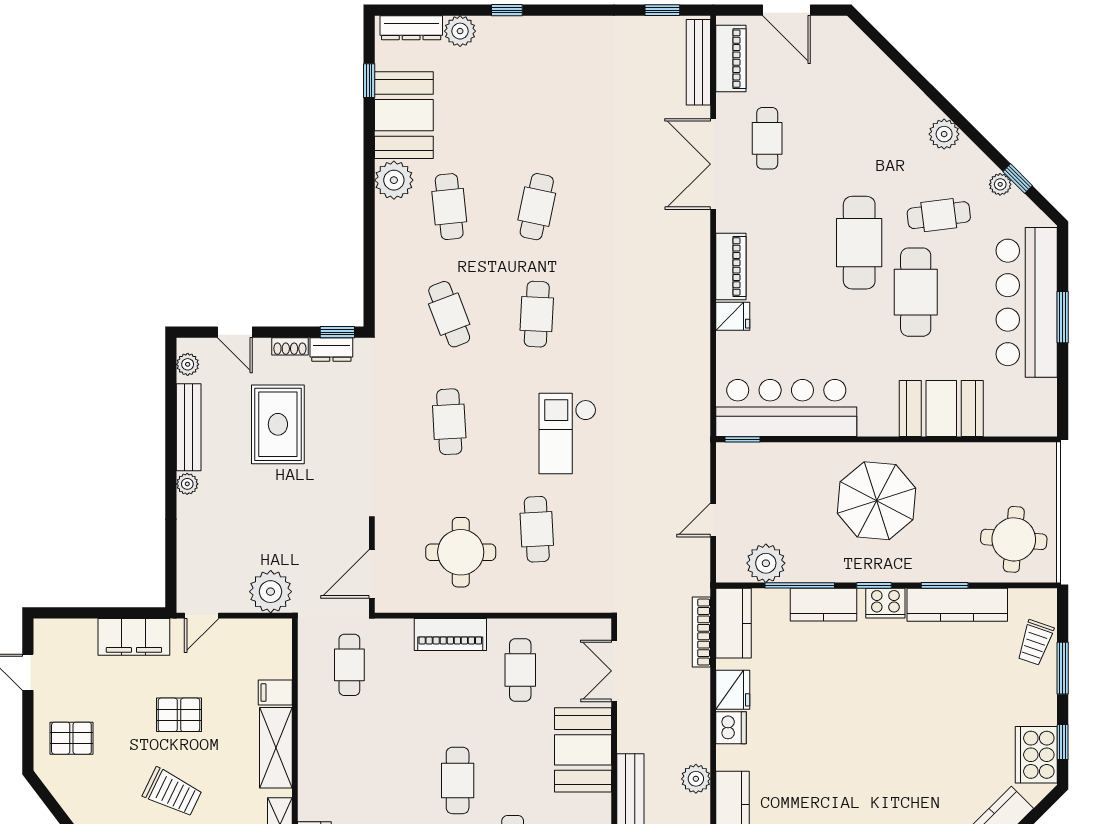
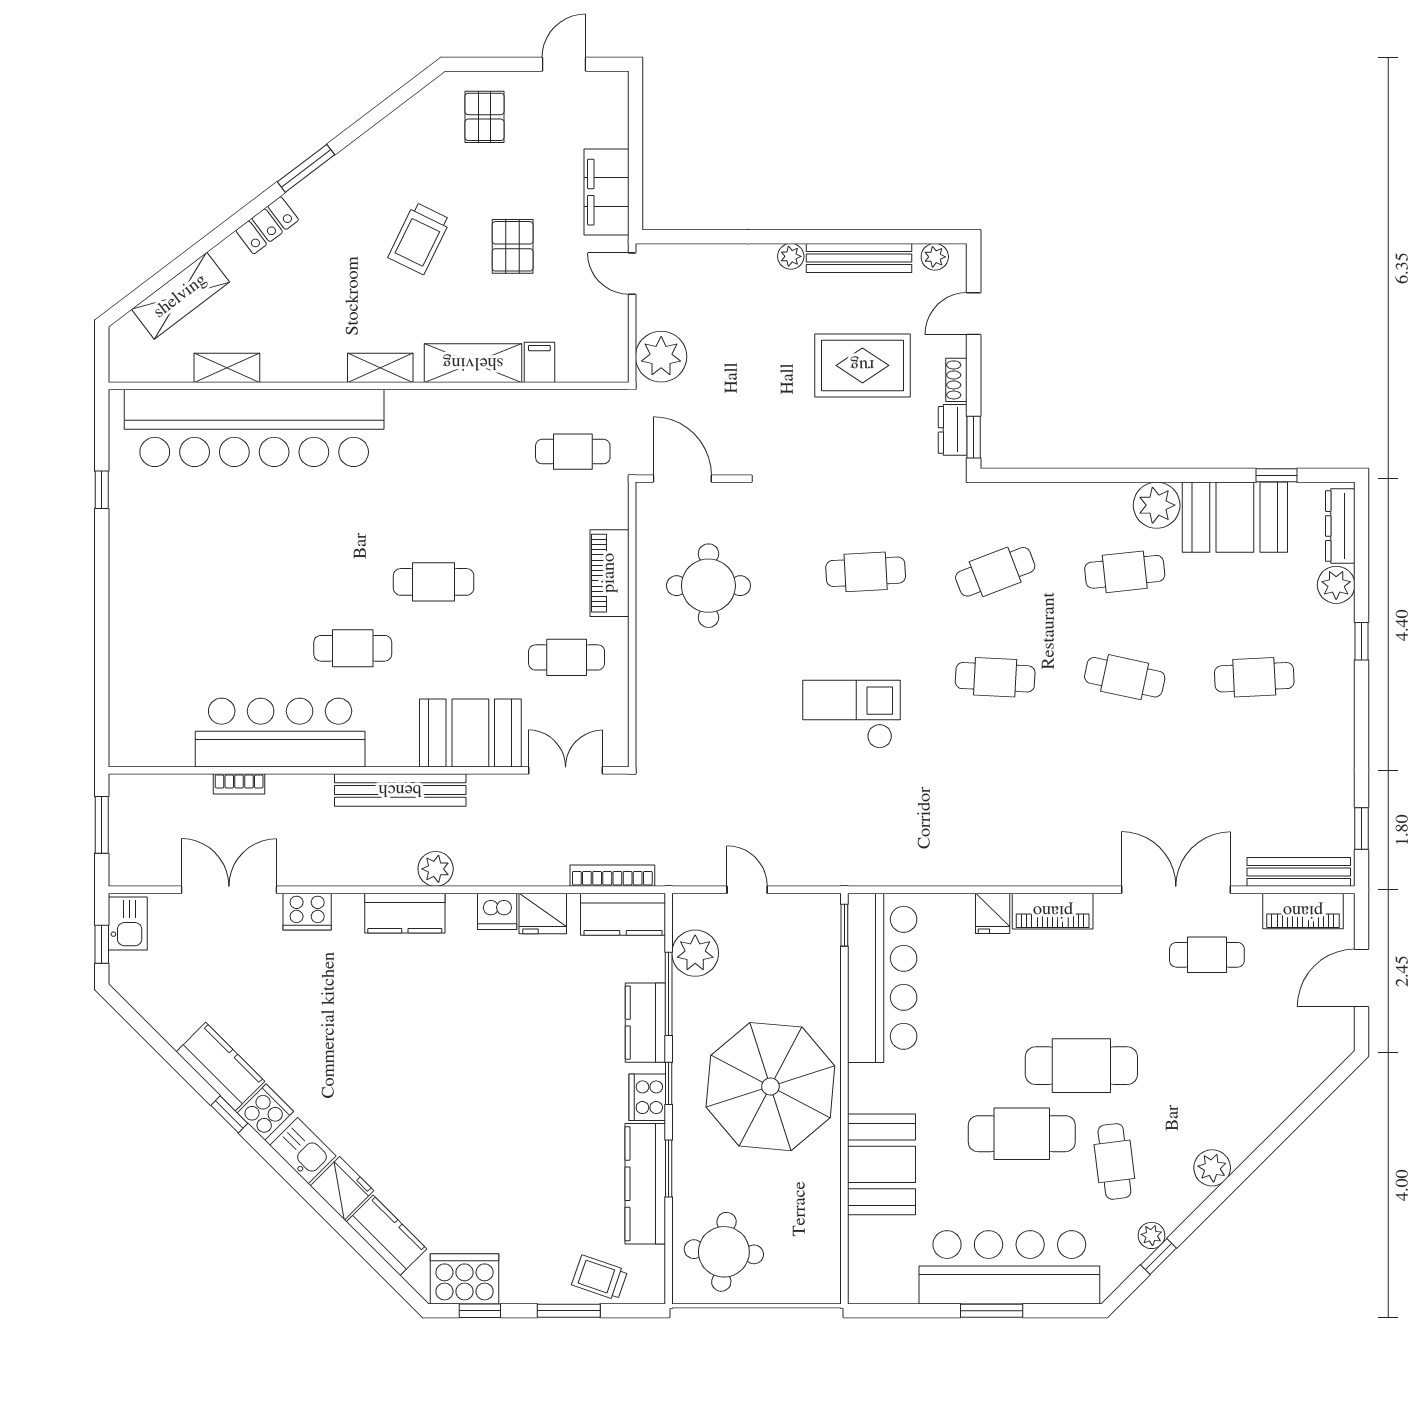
parasol: (877, 501) -> (770, 1087), width x1.36, depth x1.36
cafe table: (537, 529) -> (1254, 677), moved

